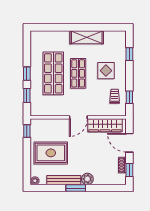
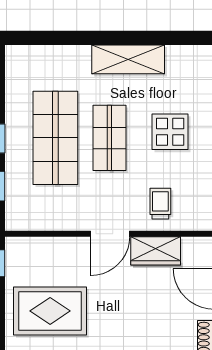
trolley: (115, 96) -> (160, 204), moved
wardrobe: (105, 125) -> (156, 251), width x0.67

